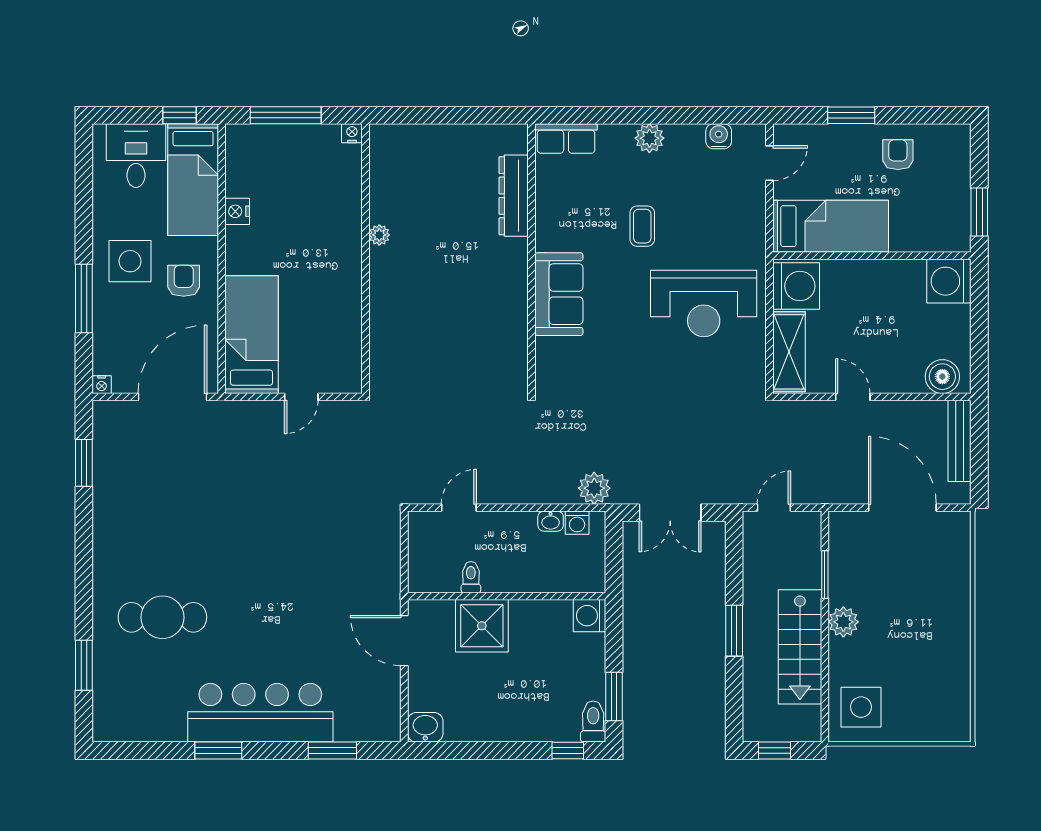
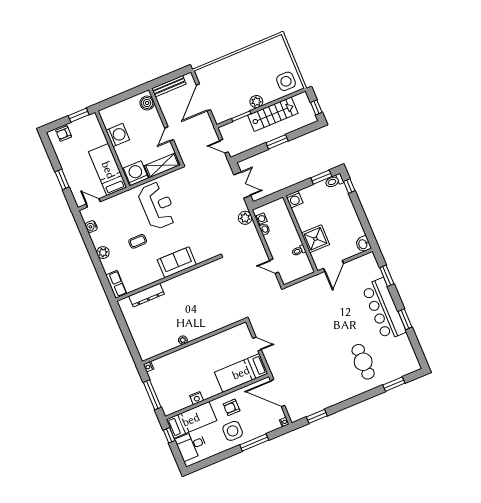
armchair: (898, 155) -> (64, 134), moved
washing machine: (949, 281) -> (118, 135), moved, turned -90

